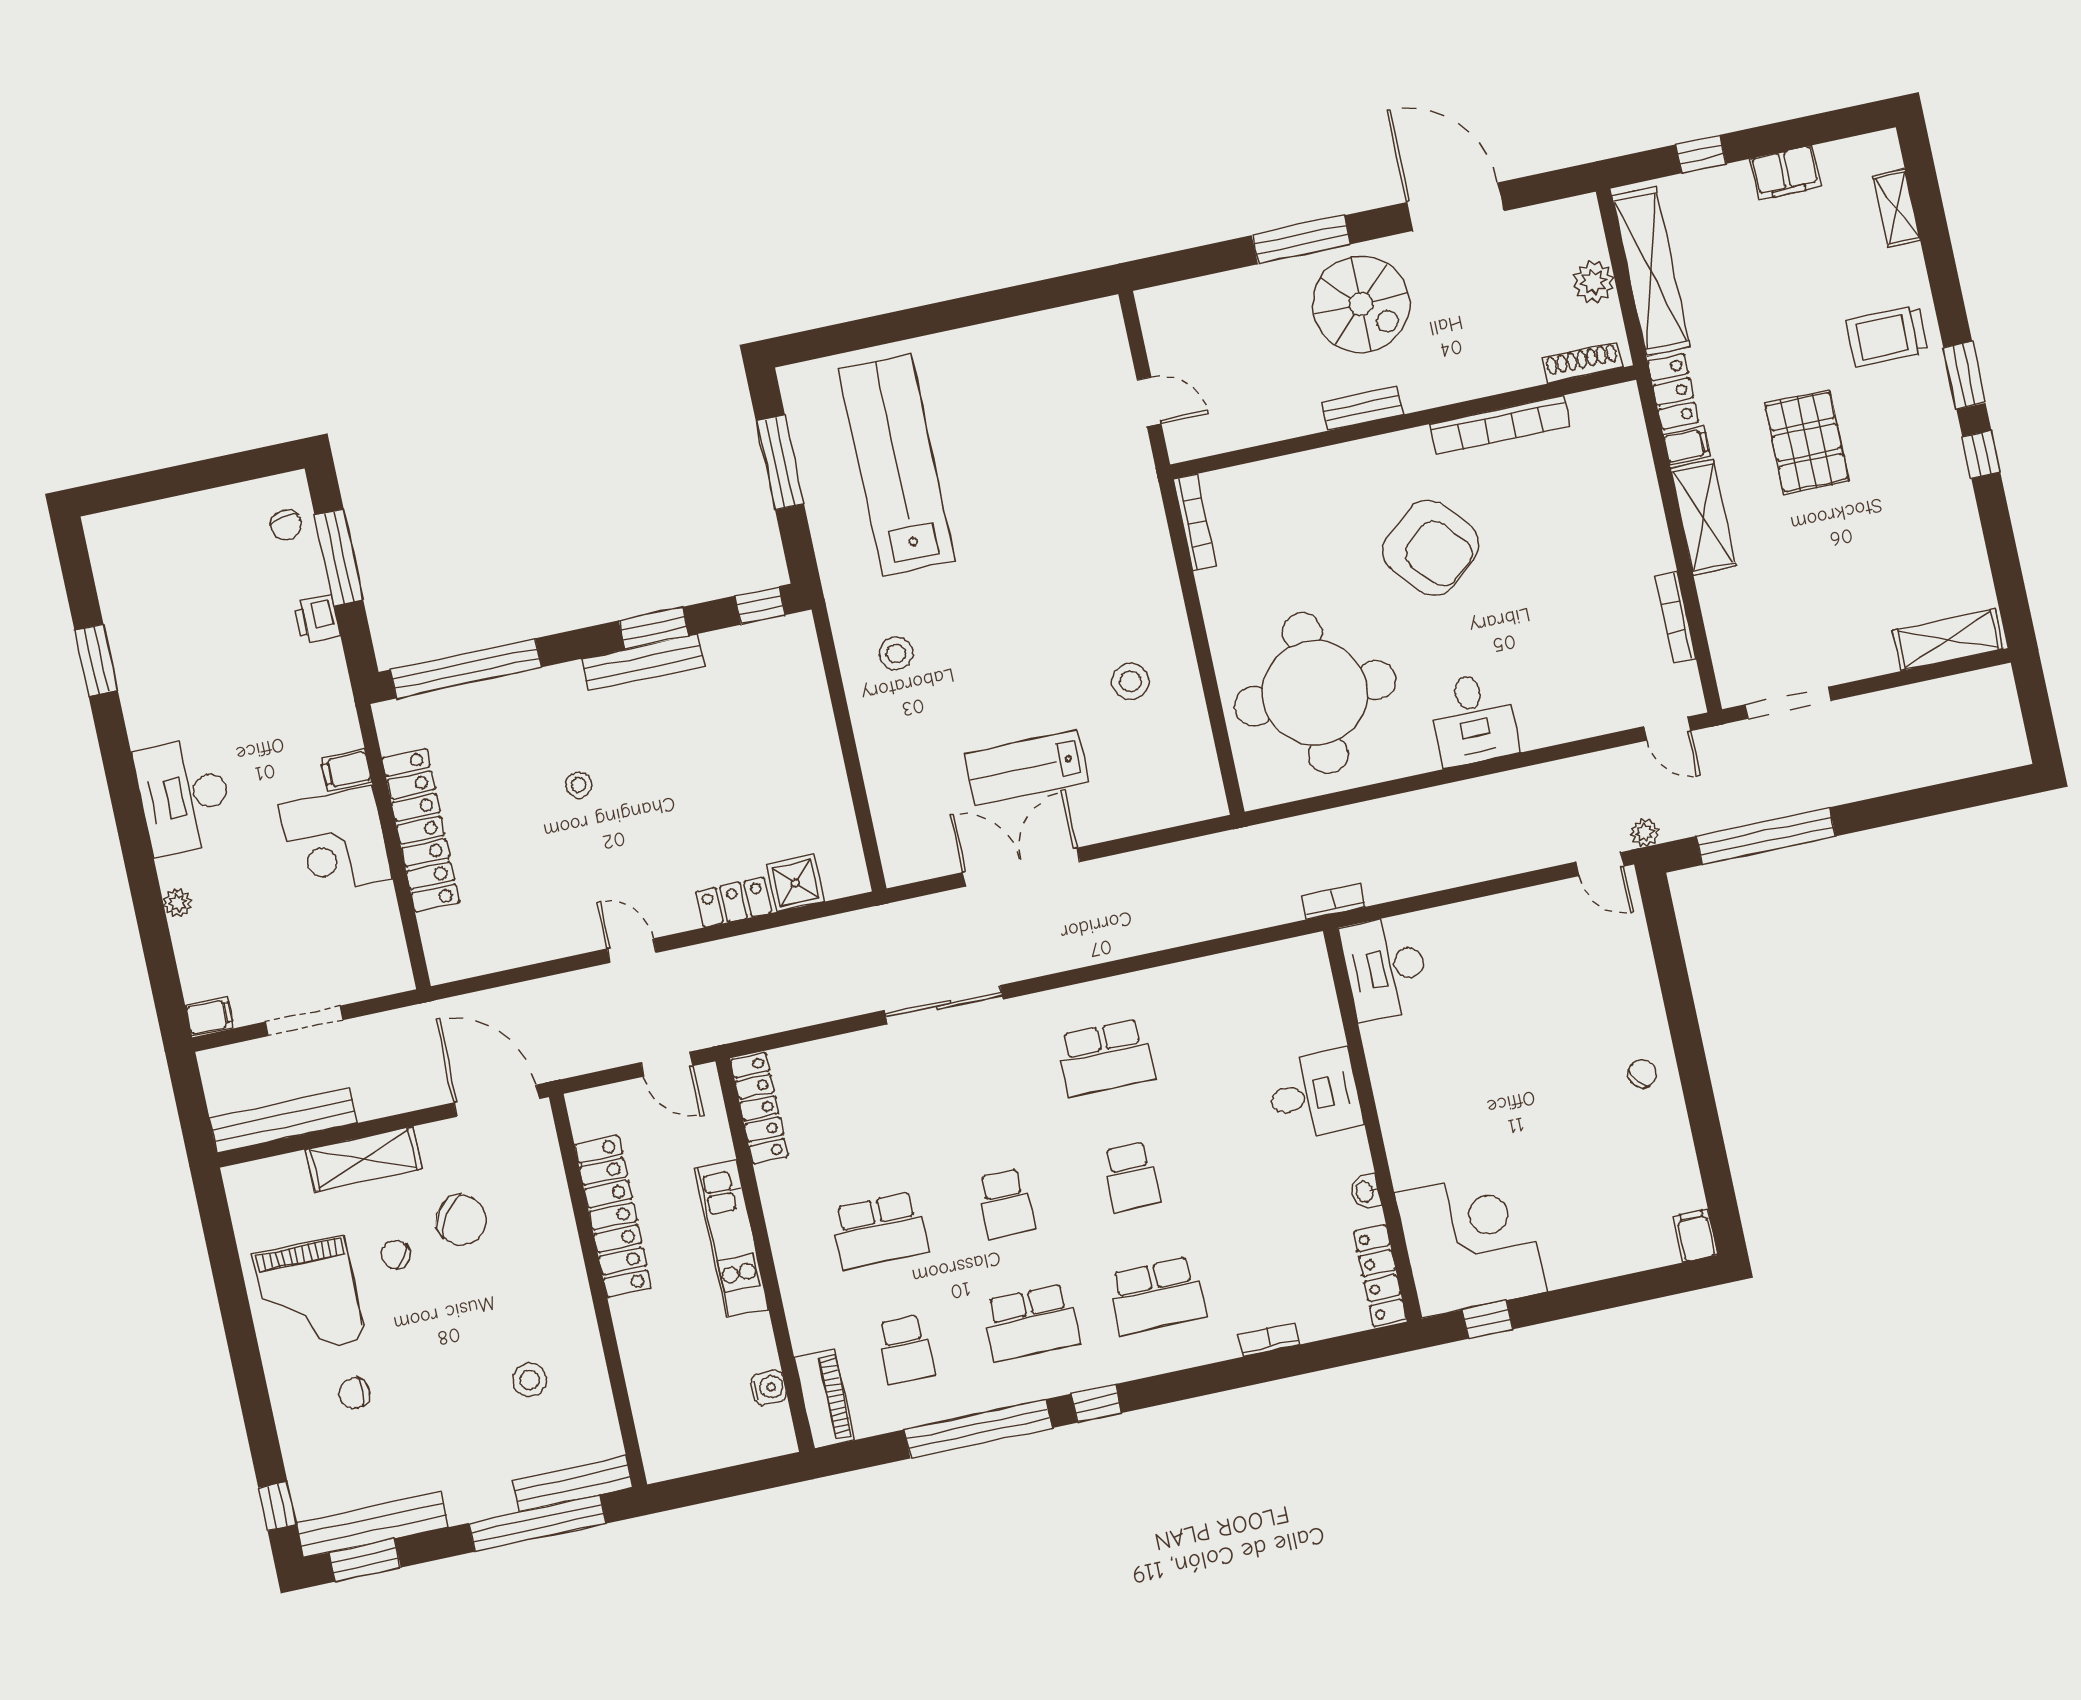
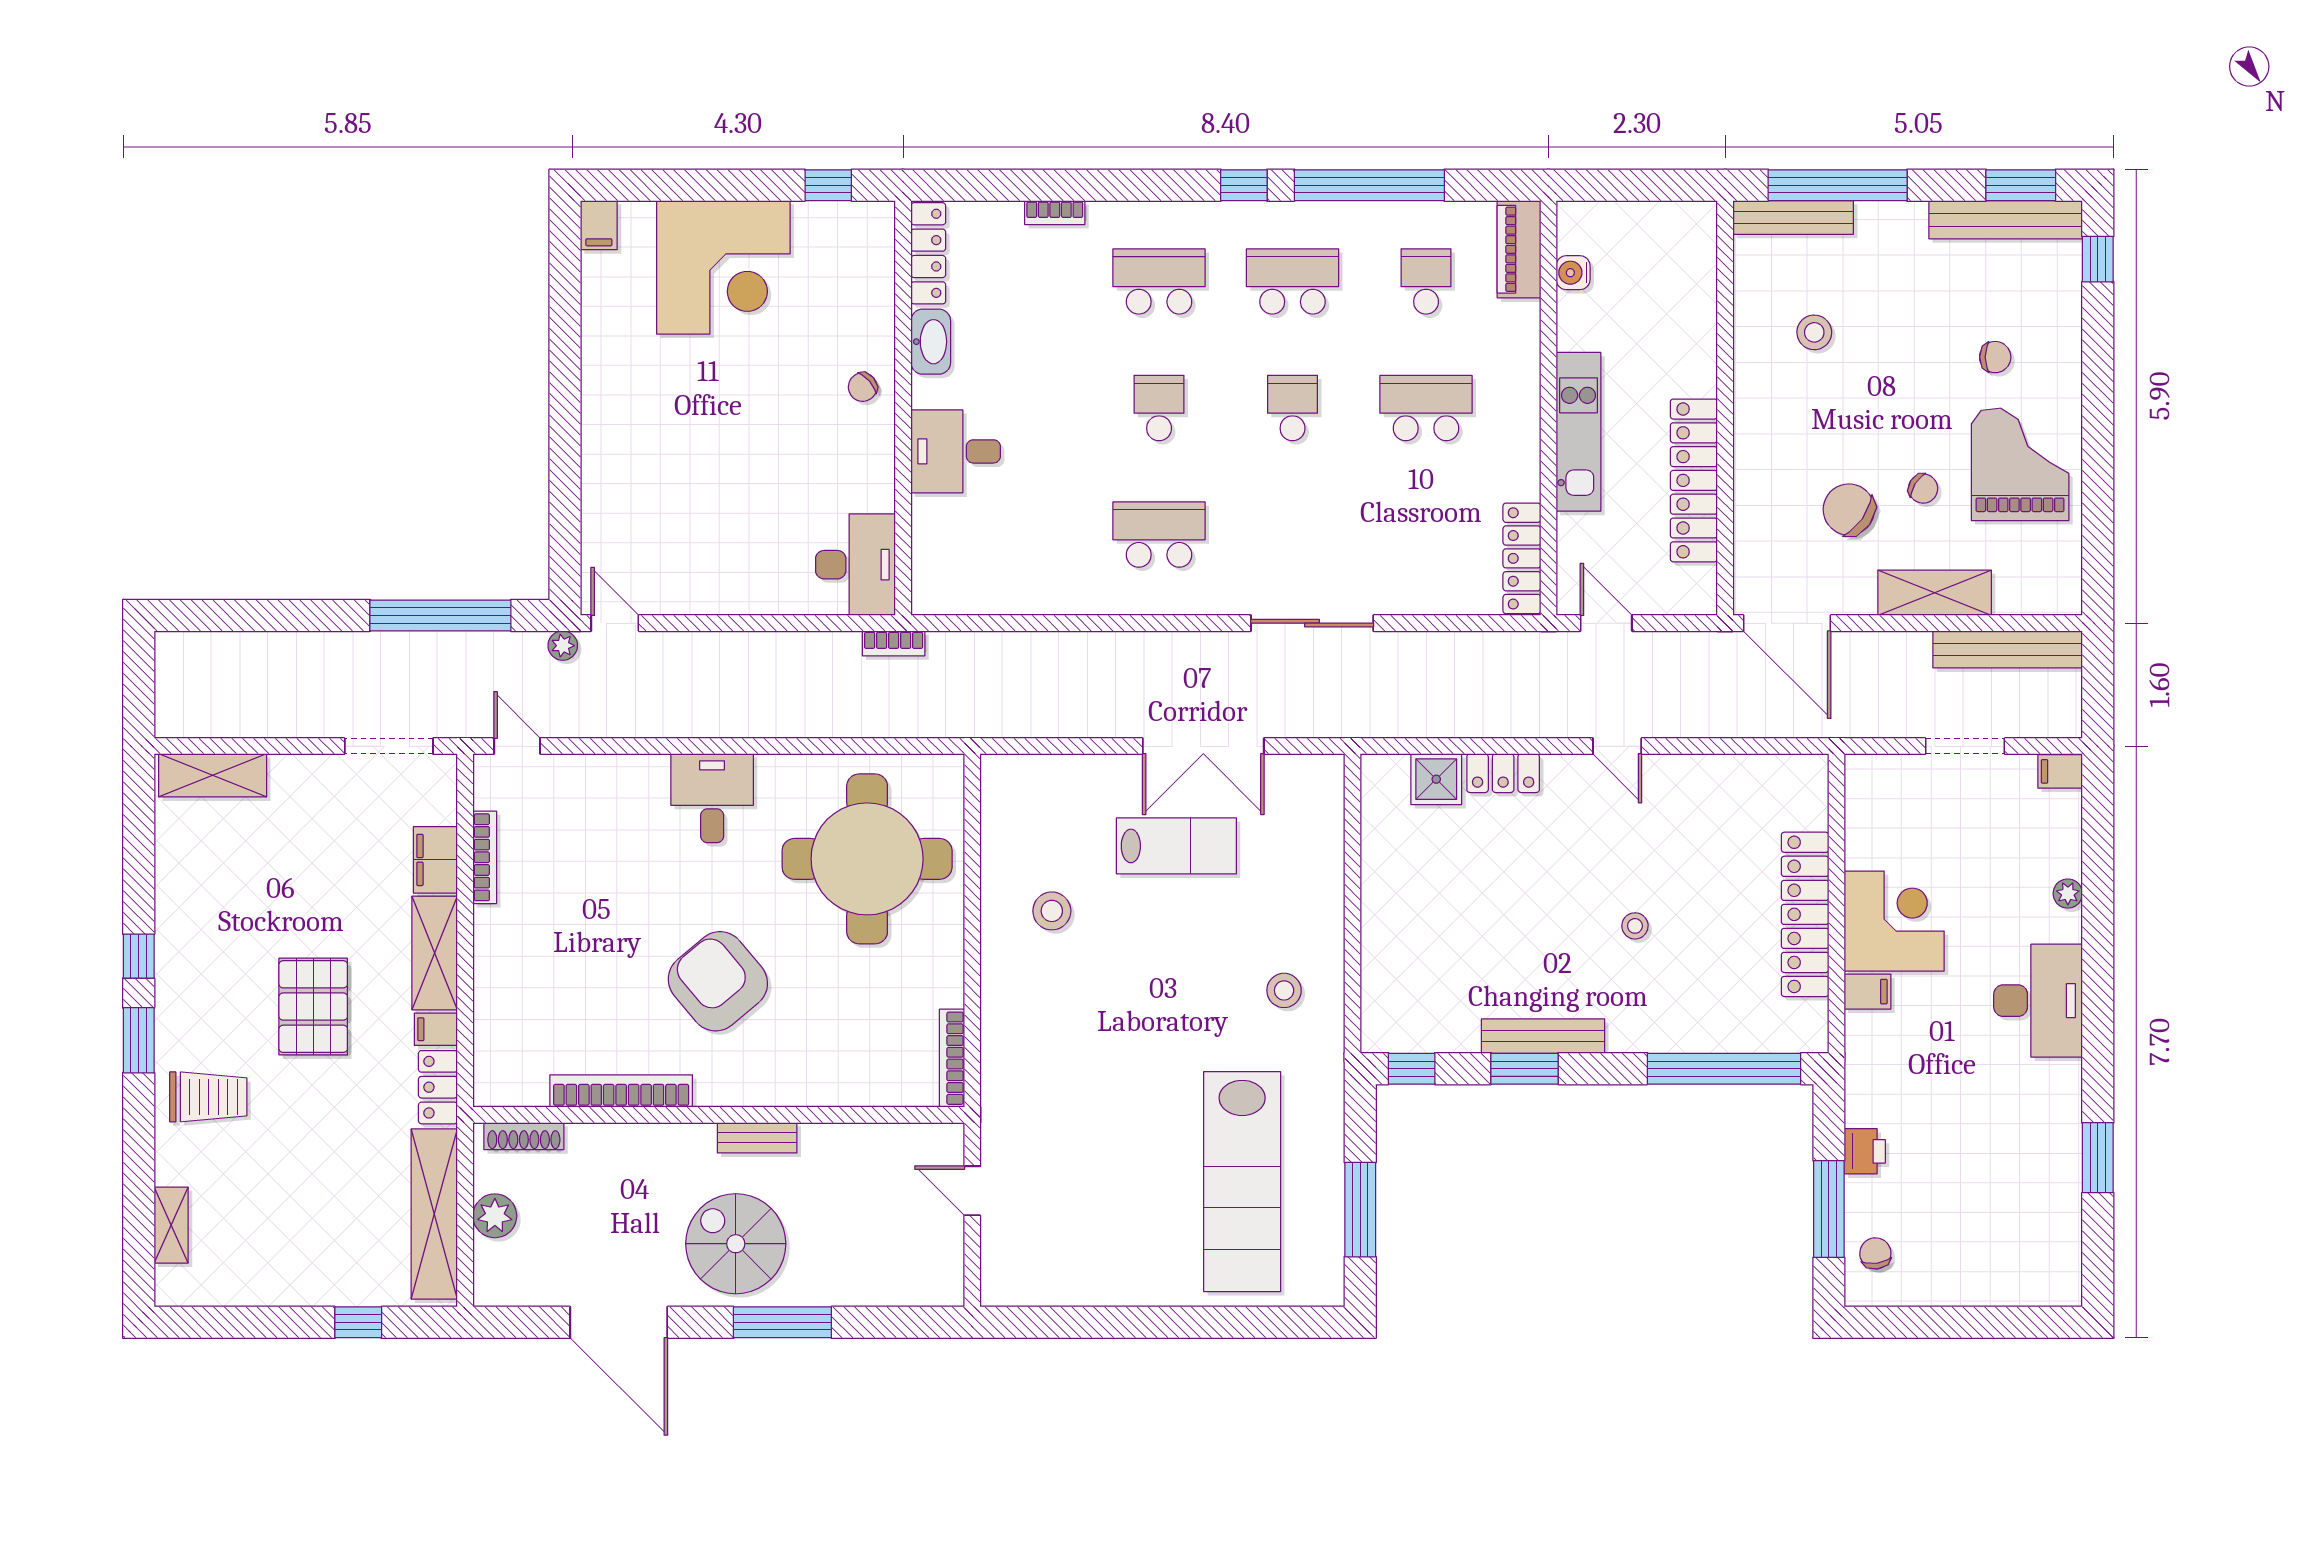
filing cabinet: (1785, 173) -> (435, 860), moved, turned -90
chair: (1642, 1074) -> (863, 387), moved
washbasin: (1365, 1192) -> (931, 342), width x1.91, depth x1.45
corner desk: (1471, 1242) -> (723, 267), moved, turned -90

